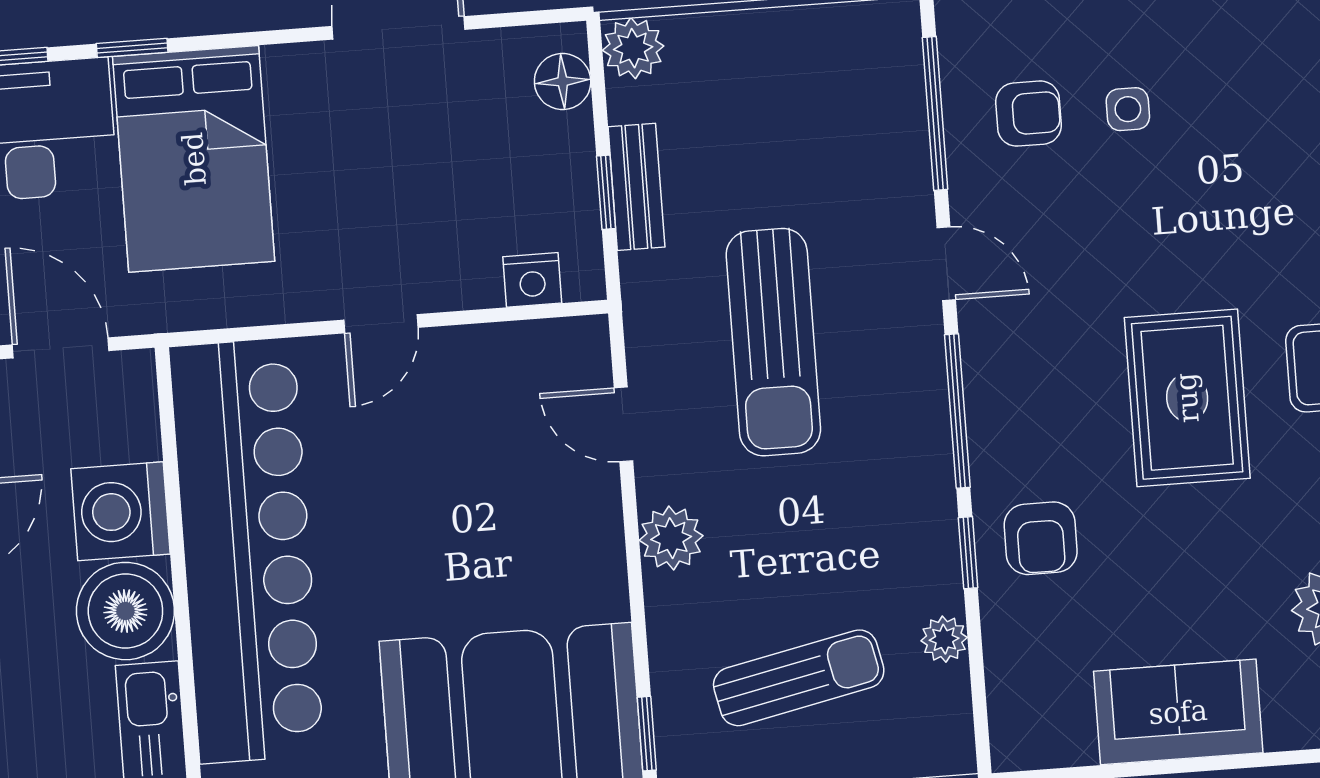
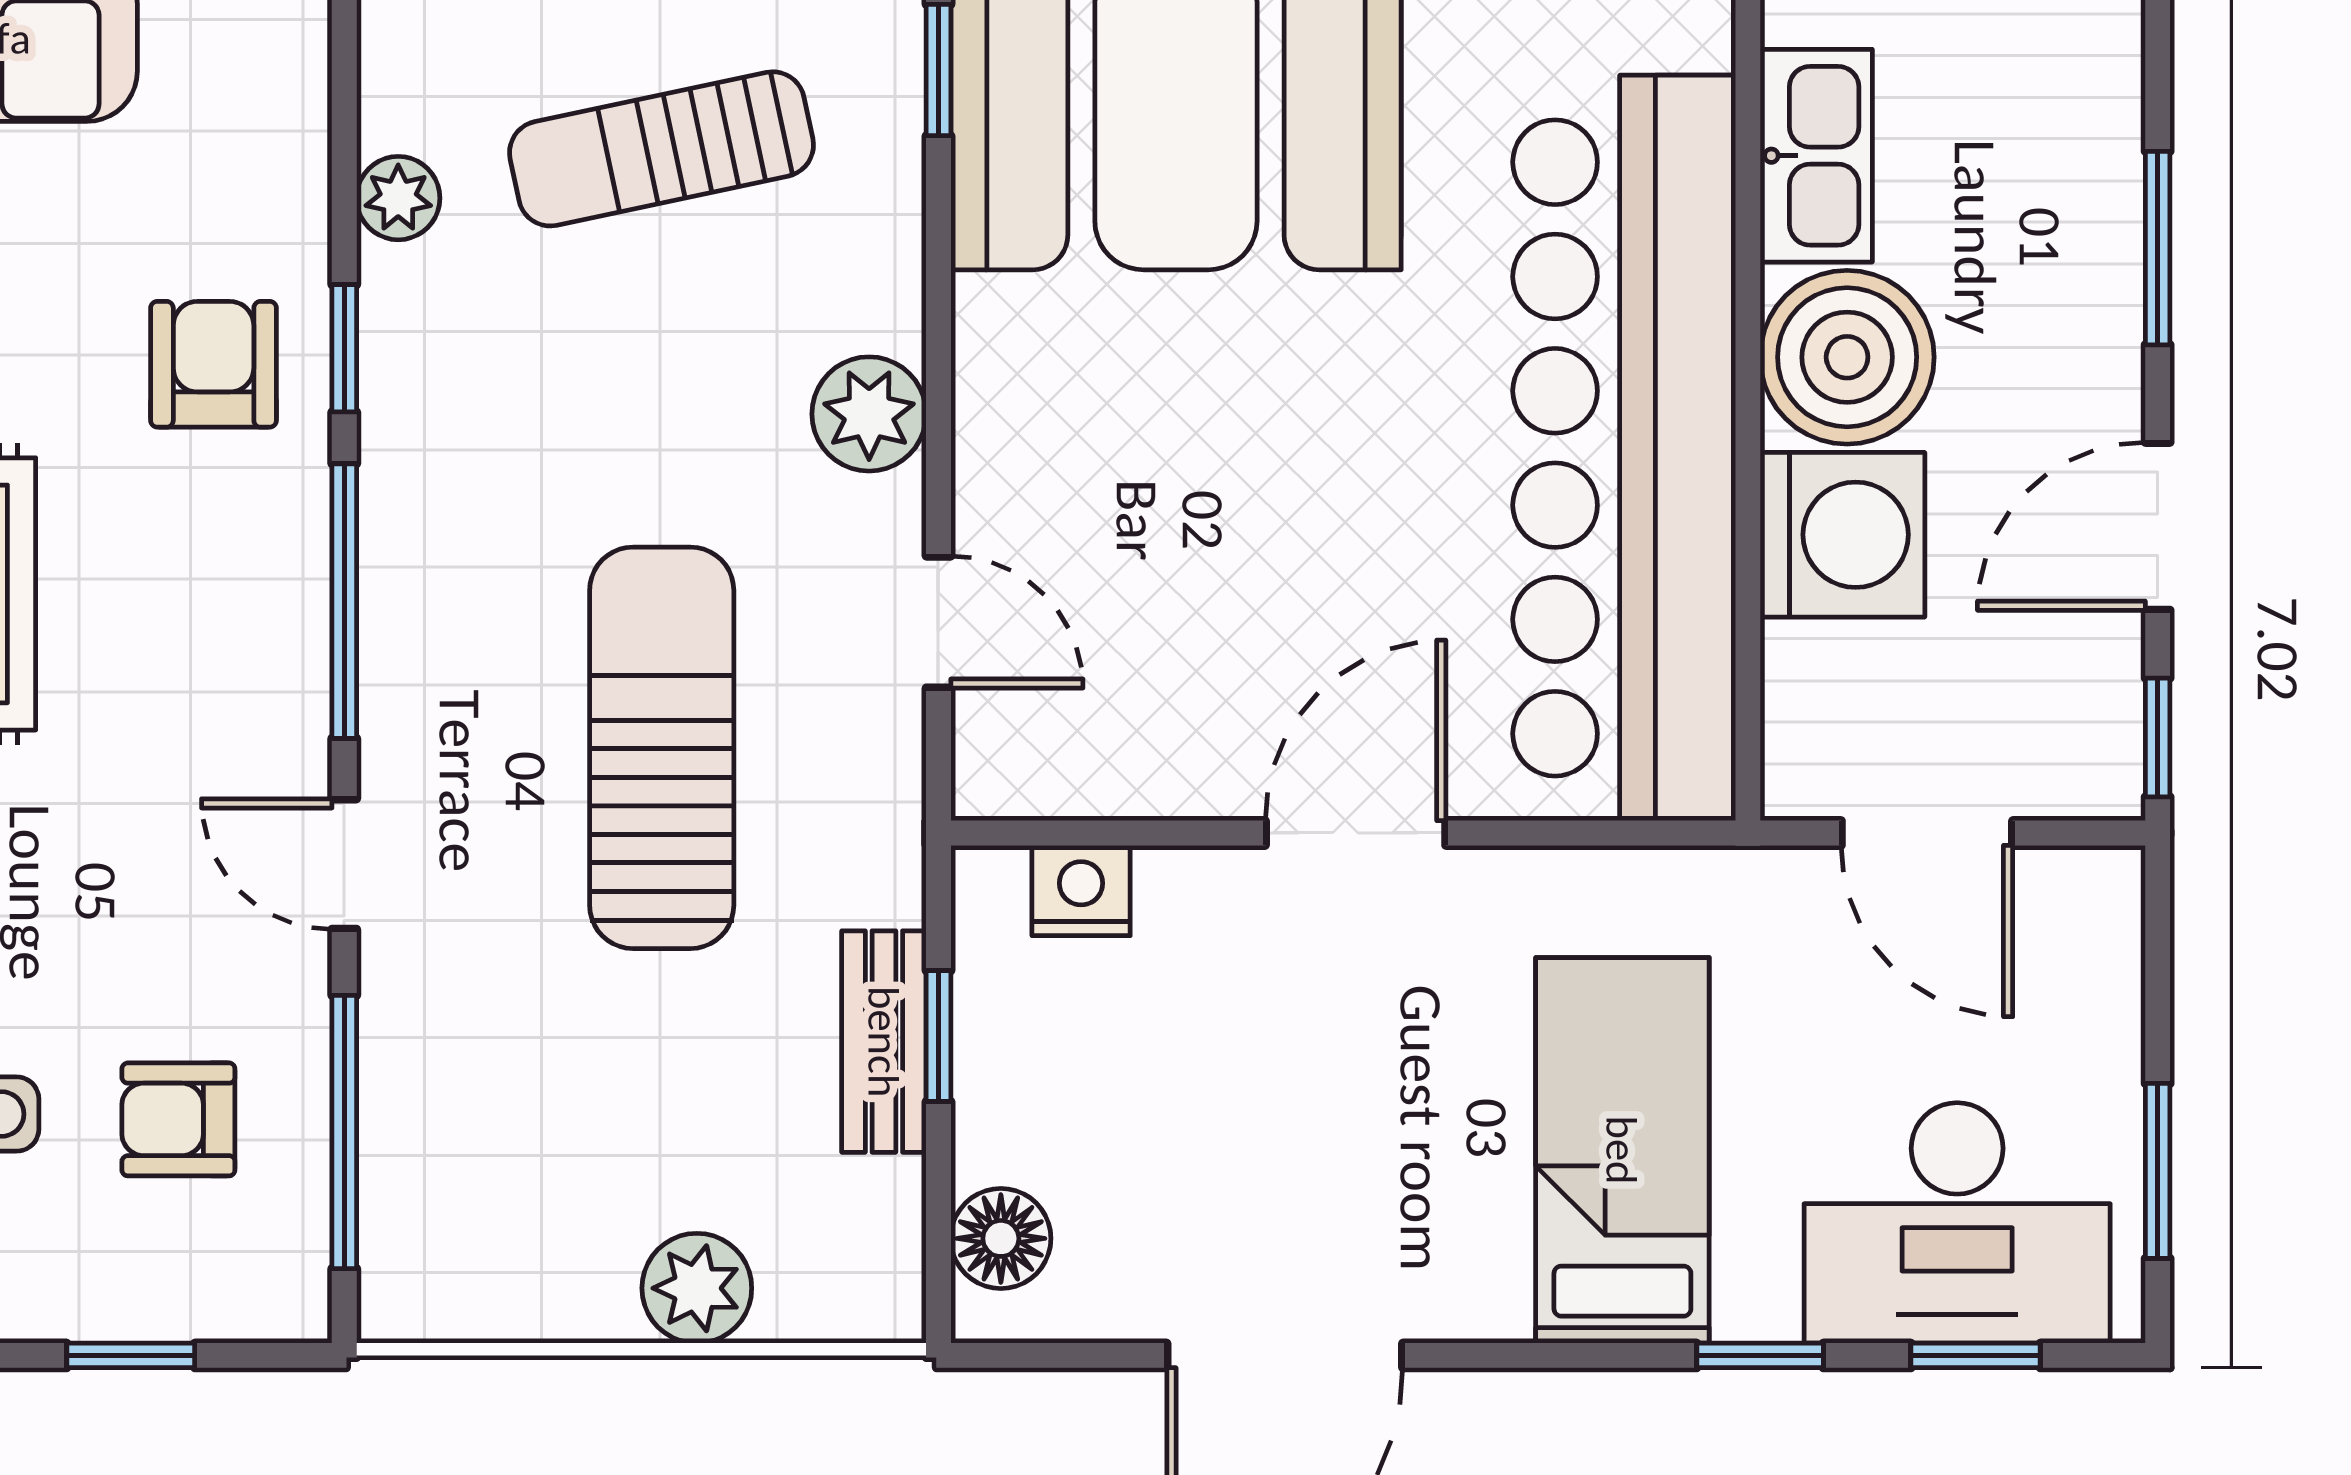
plant: (633, 48) -> (697, 1288), moved
bed: (194, 159) -> (1622, 1150), width x0.67
door: (381, 324) -> (1356, 833), width x1.38

